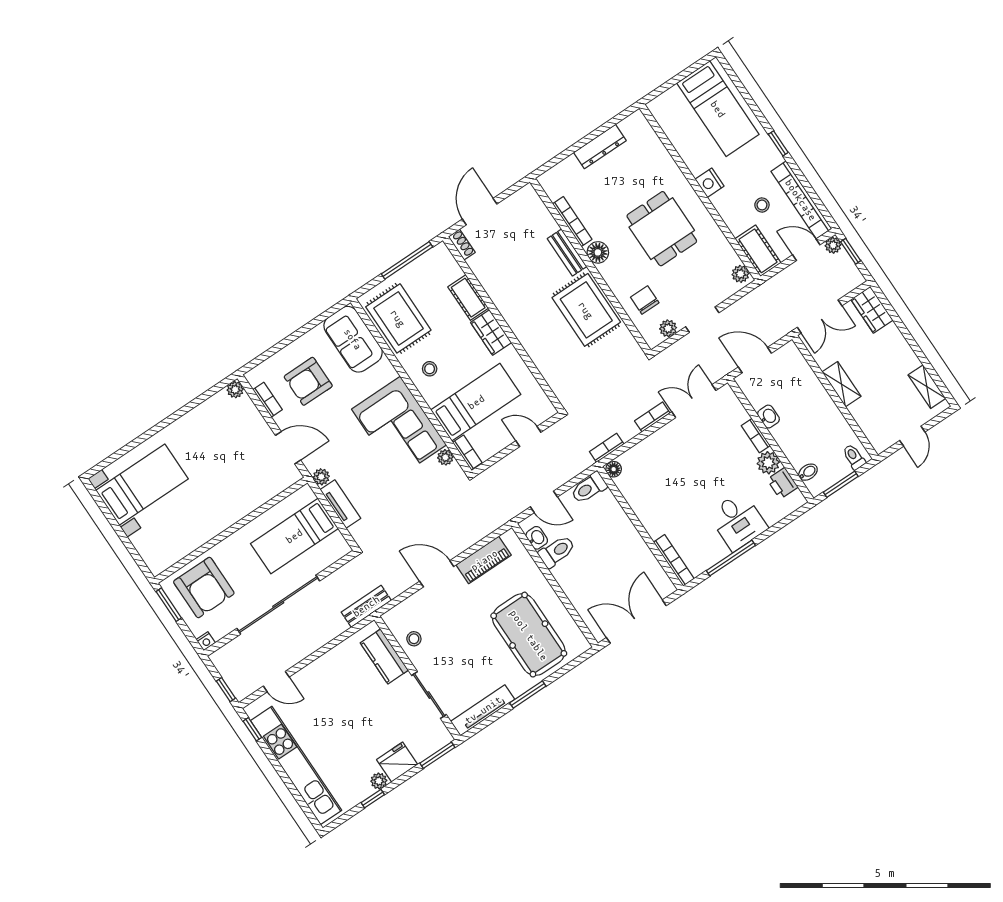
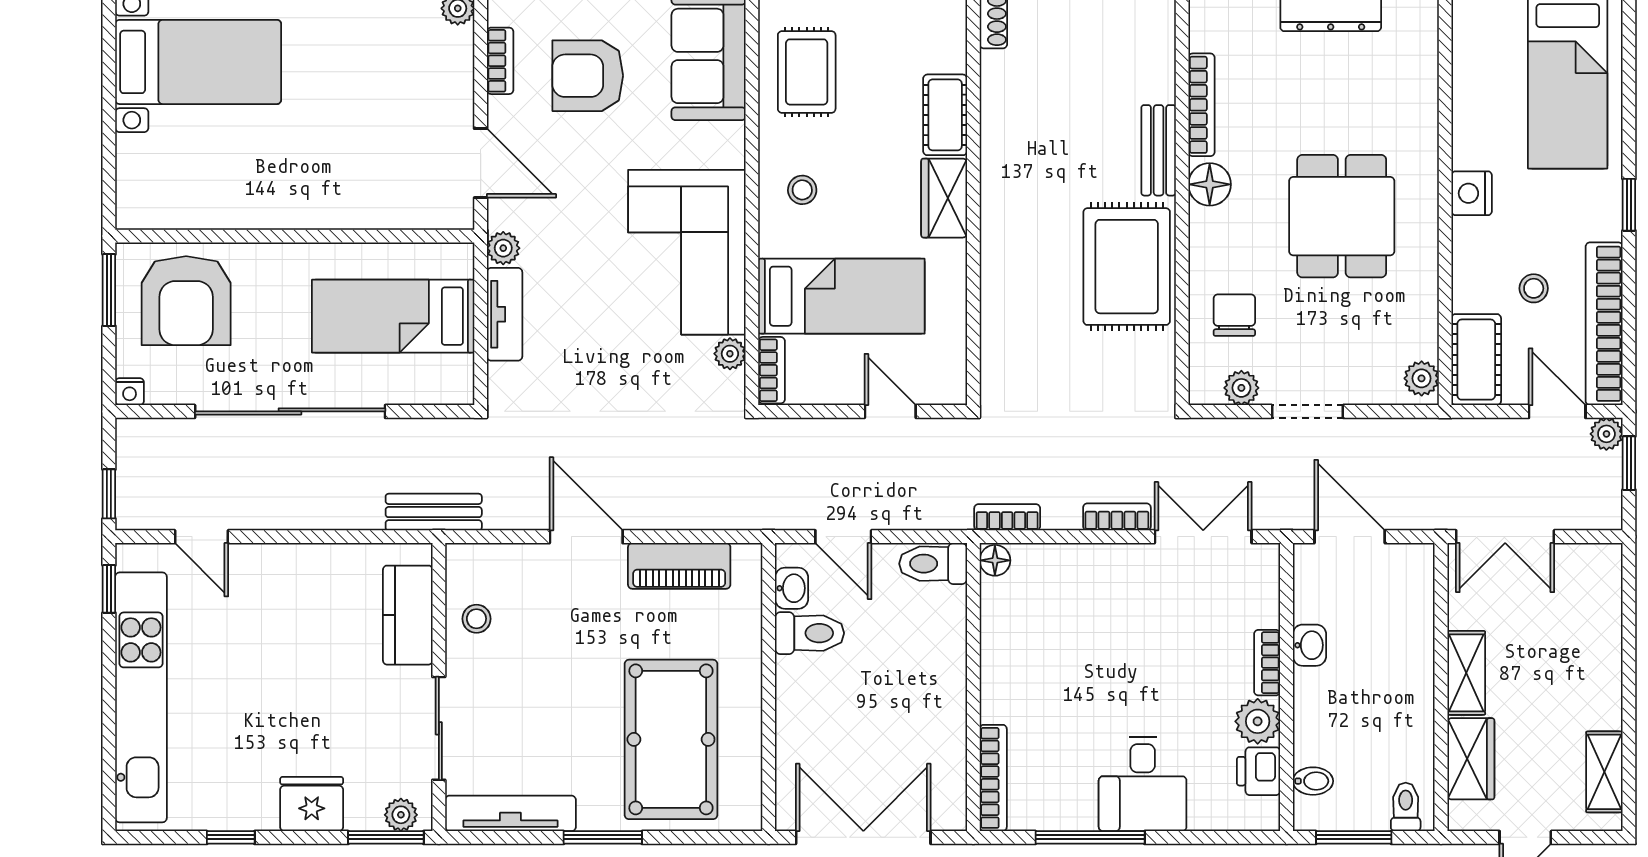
wardrobe: (872, 310) -> (1471, 759), moved, turned 180
rug: (398, 318) -> (807, 72), width x0.73, depth x0.70
plant: (379, 781) -> (401, 815), moved

